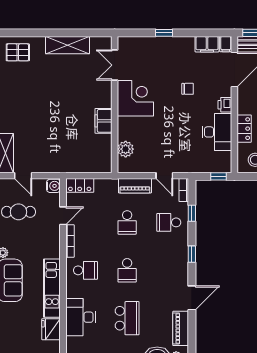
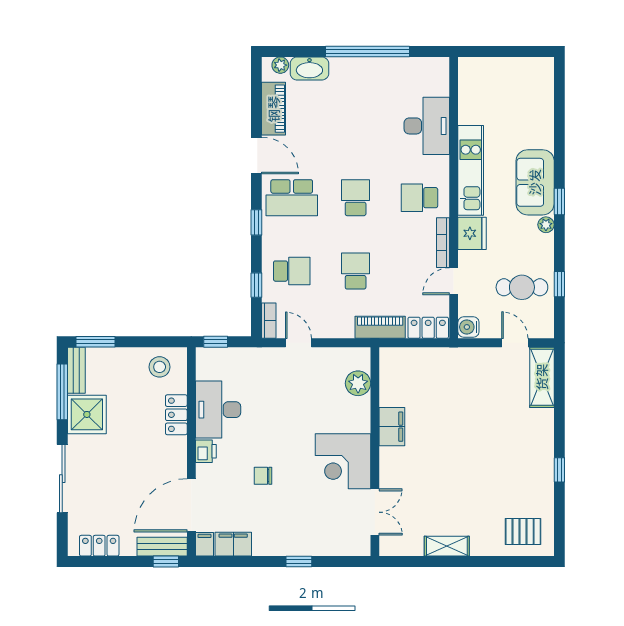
shelving: (68, 45) -> (447, 546), width x0.67, depth x0.75
piano: (135, 186) -> (380, 327), moved
door: (192, 298) -> (256, 156), swing flipped
school desk: (127, 318) -> (292, 198), moved, turned -90
fridge: (51, 329) -> (472, 233), moved

